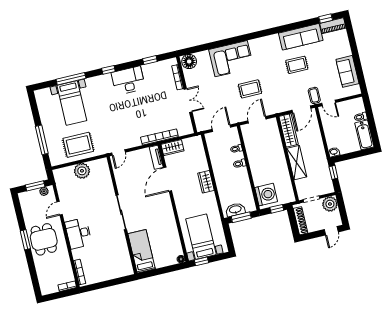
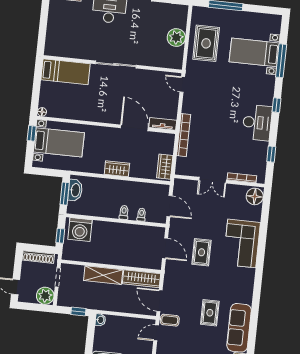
wardrobe: (172, 148) -> (165, 167), moved

